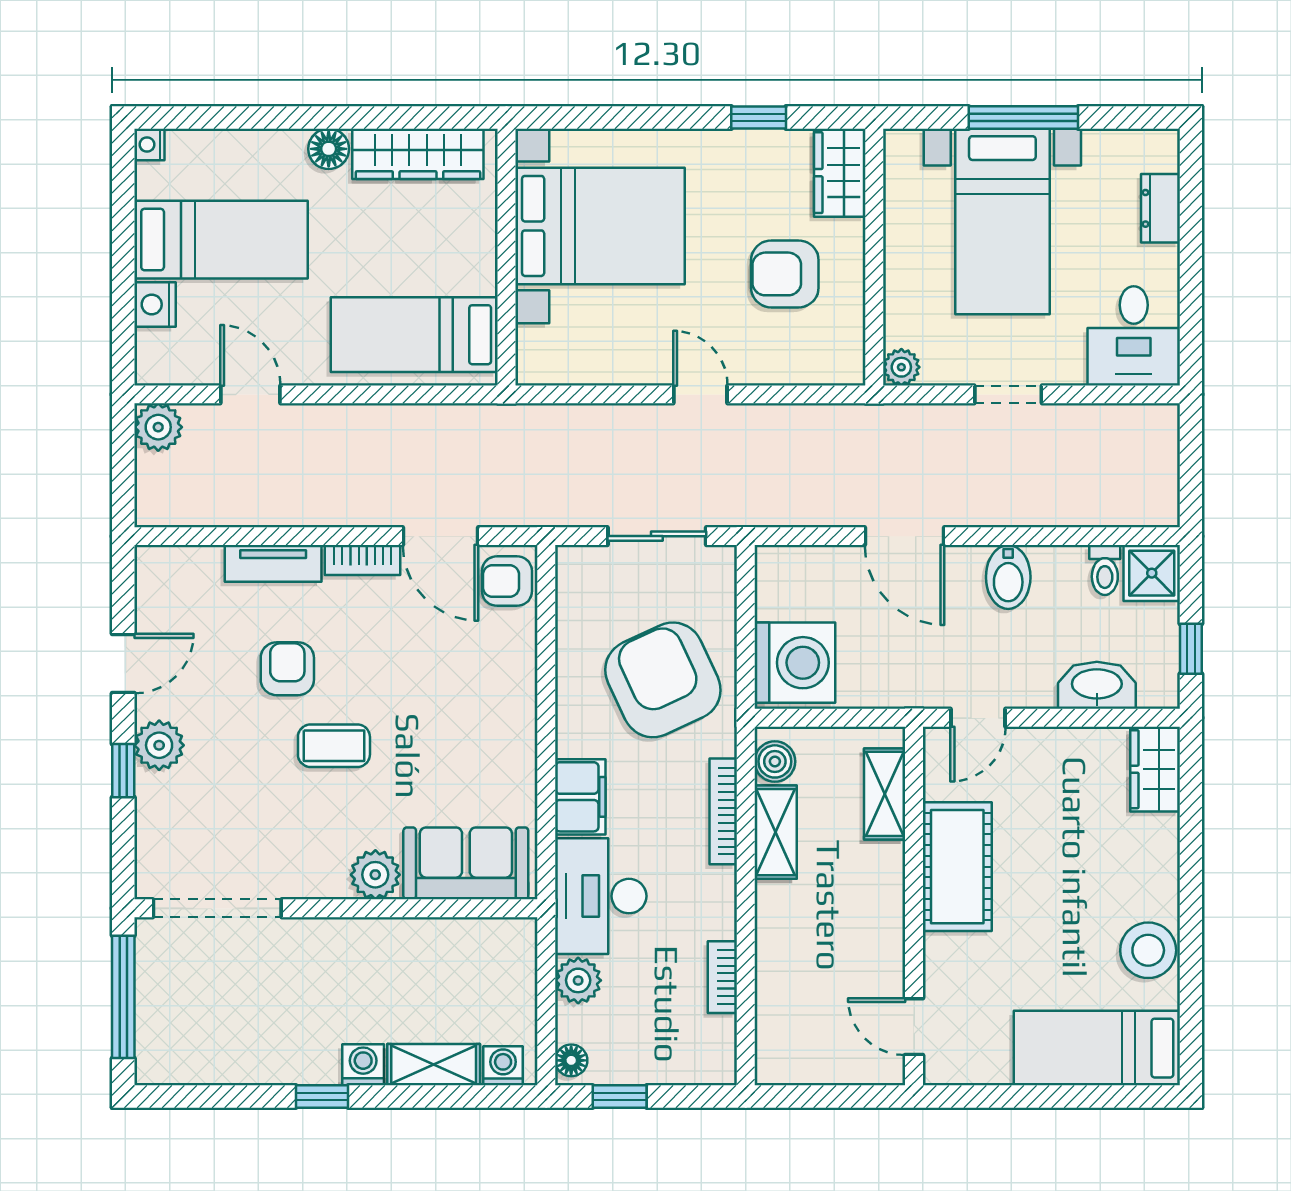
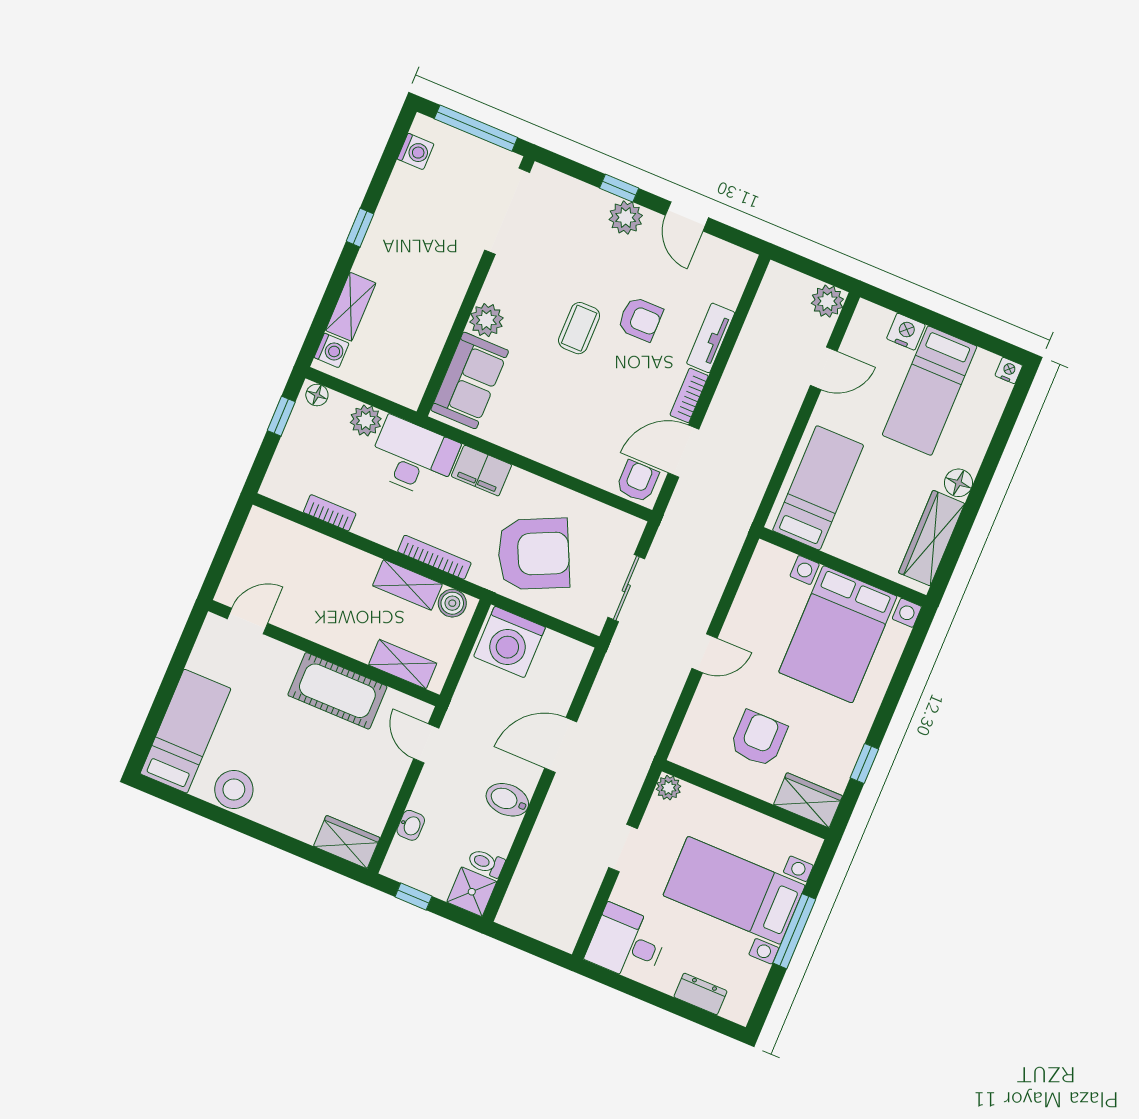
washbasin: (1097, 685) -> (411, 825), width x0.52, depth x0.69
washing machine: (363, 1065) -> (416, 151), moved

